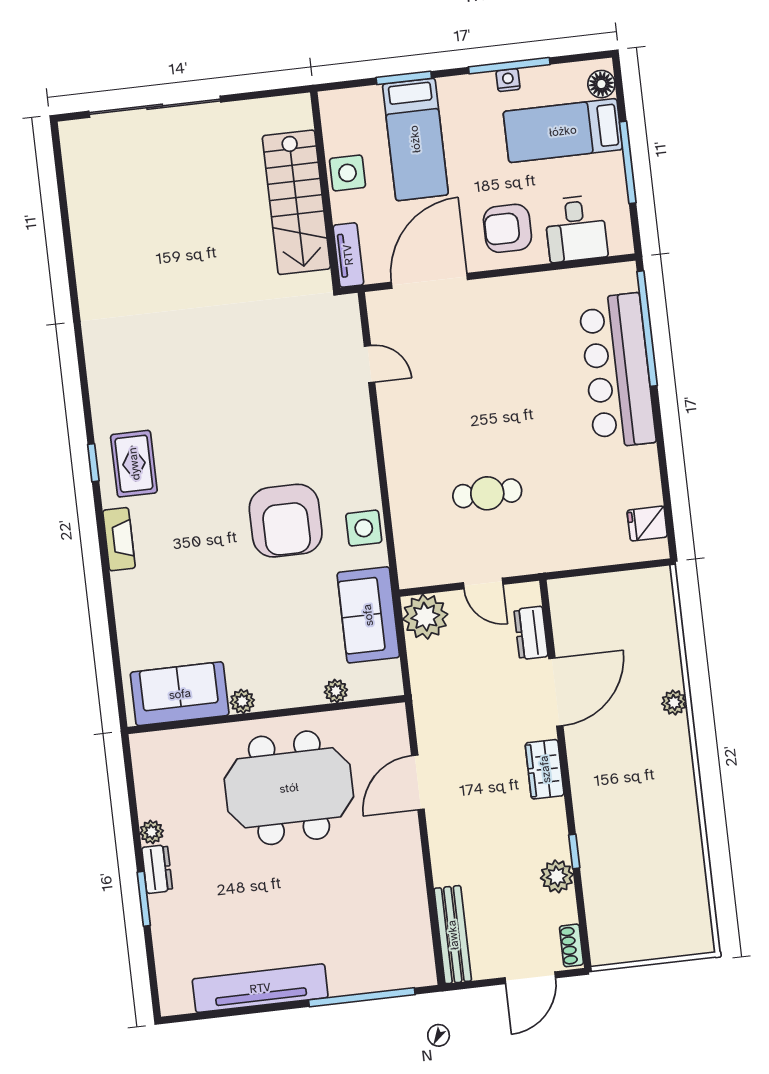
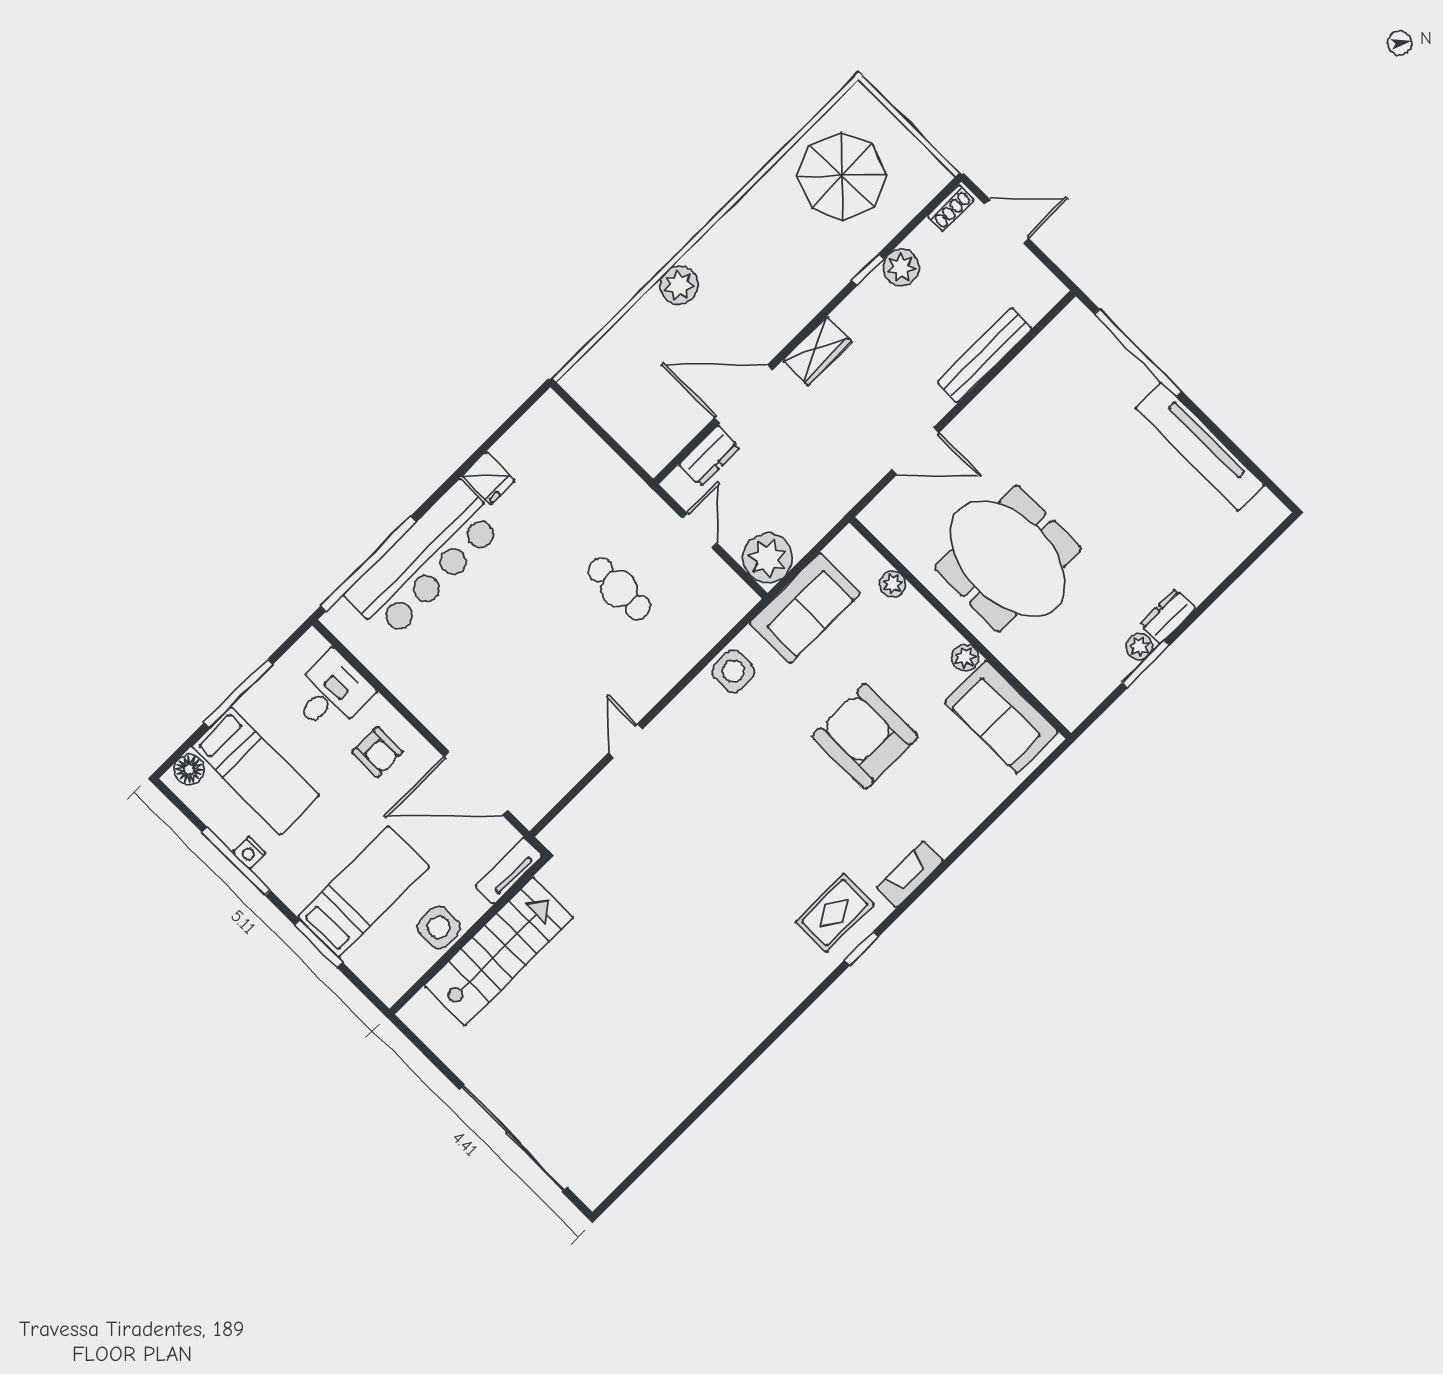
armchair: (507, 228) -> (377, 752), width x0.72, depth x0.72
door: (370, 364) -> (625, 741), moved
armchair: (286, 521) -> (865, 736), moved, turned -90
fridge: (647, 524) -> (488, 478), moved
plant: (674, 702) -> (679, 285), width x1.38, depth x1.38
parasol: (656, 886) -> (842, 176), added
window: (144, 899) -> (1146, 664), moved
bench: (453, 935) -> (985, 355), moved

